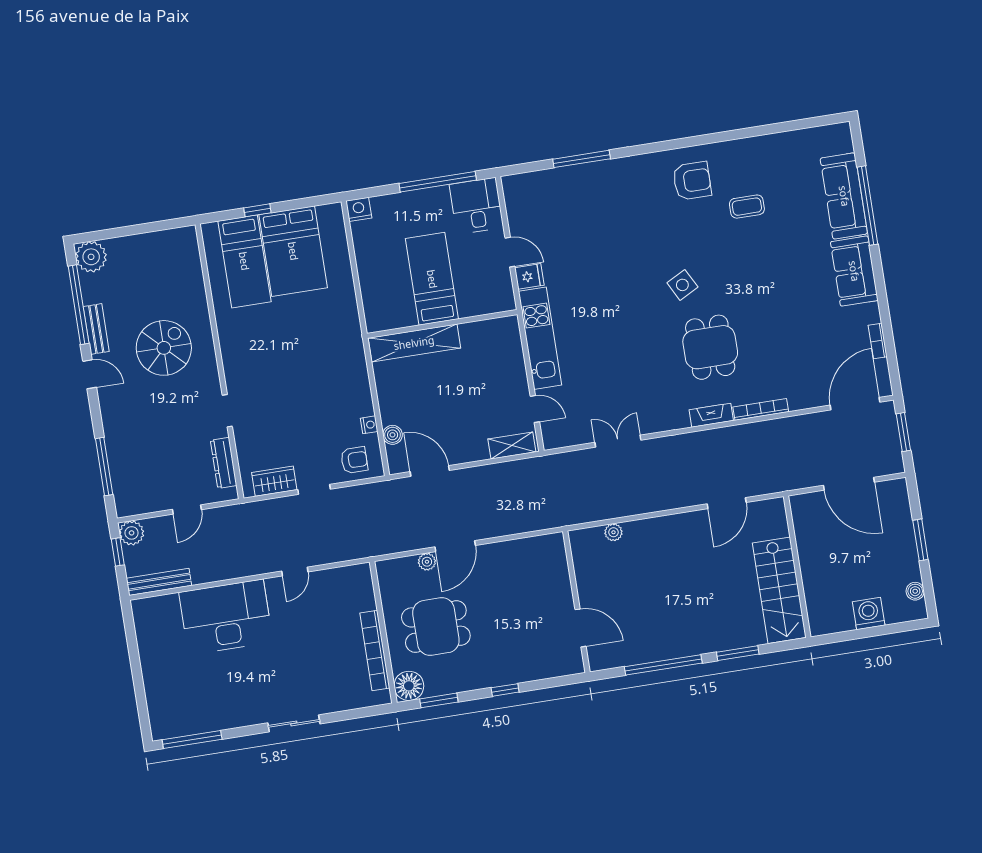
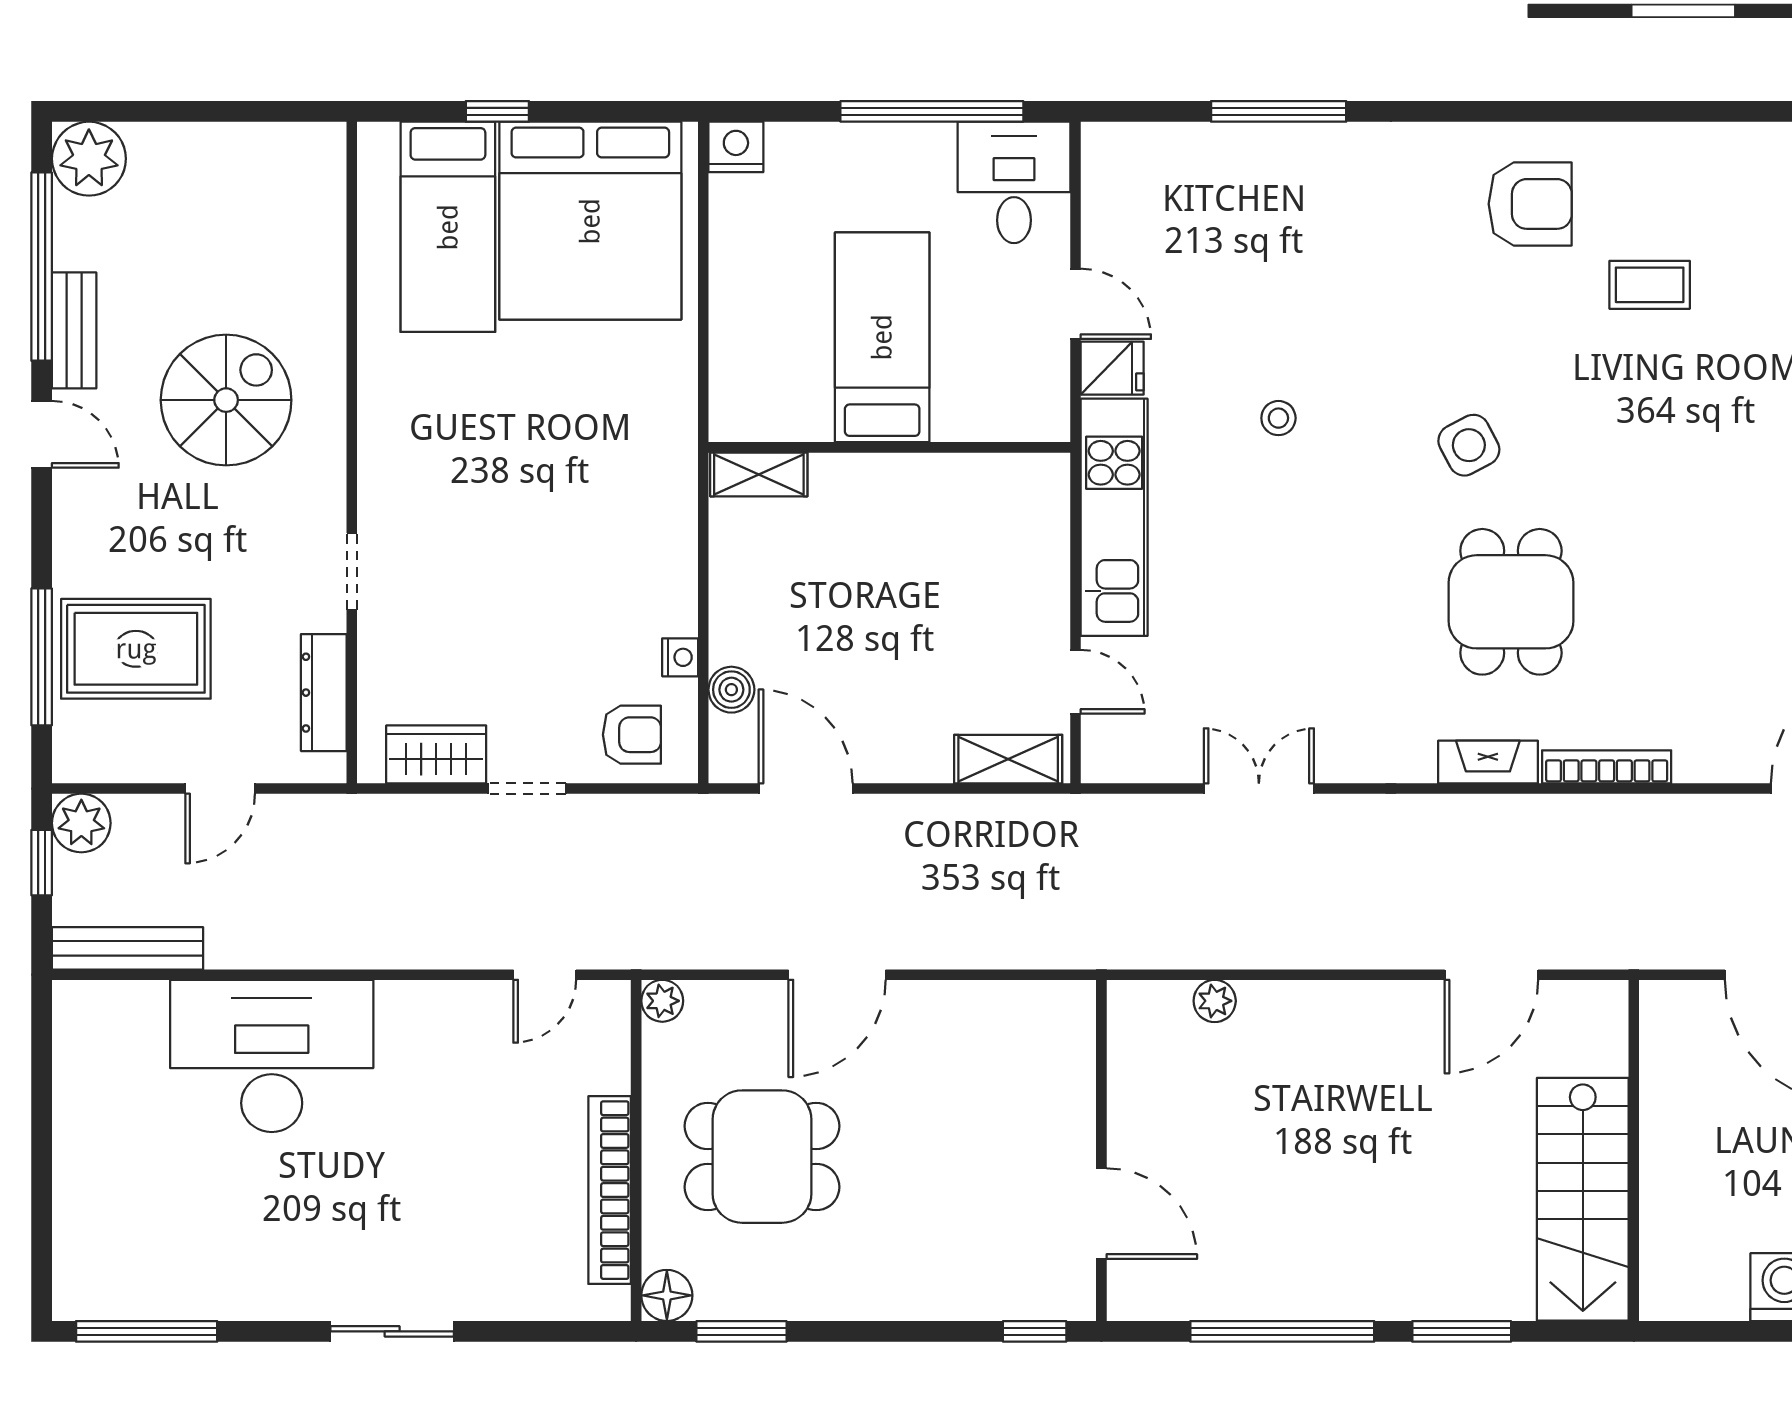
bed: (293, 251) -> (590, 221), width x1.36
stool: (602, 286) -> (1278, 418), added
shelving: (414, 343) -> (759, 474), width x0.45, depth x0.75
rug: (143, 457) -> (136, 649), added
plant: (427, 562) -> (662, 1001), moved
door: (295, 572) -> (545, 975), moved
floor lamp: (409, 686) -> (667, 1295), width x0.73, depth x0.73
window: (505, 690) -> (1035, 1331), moved

